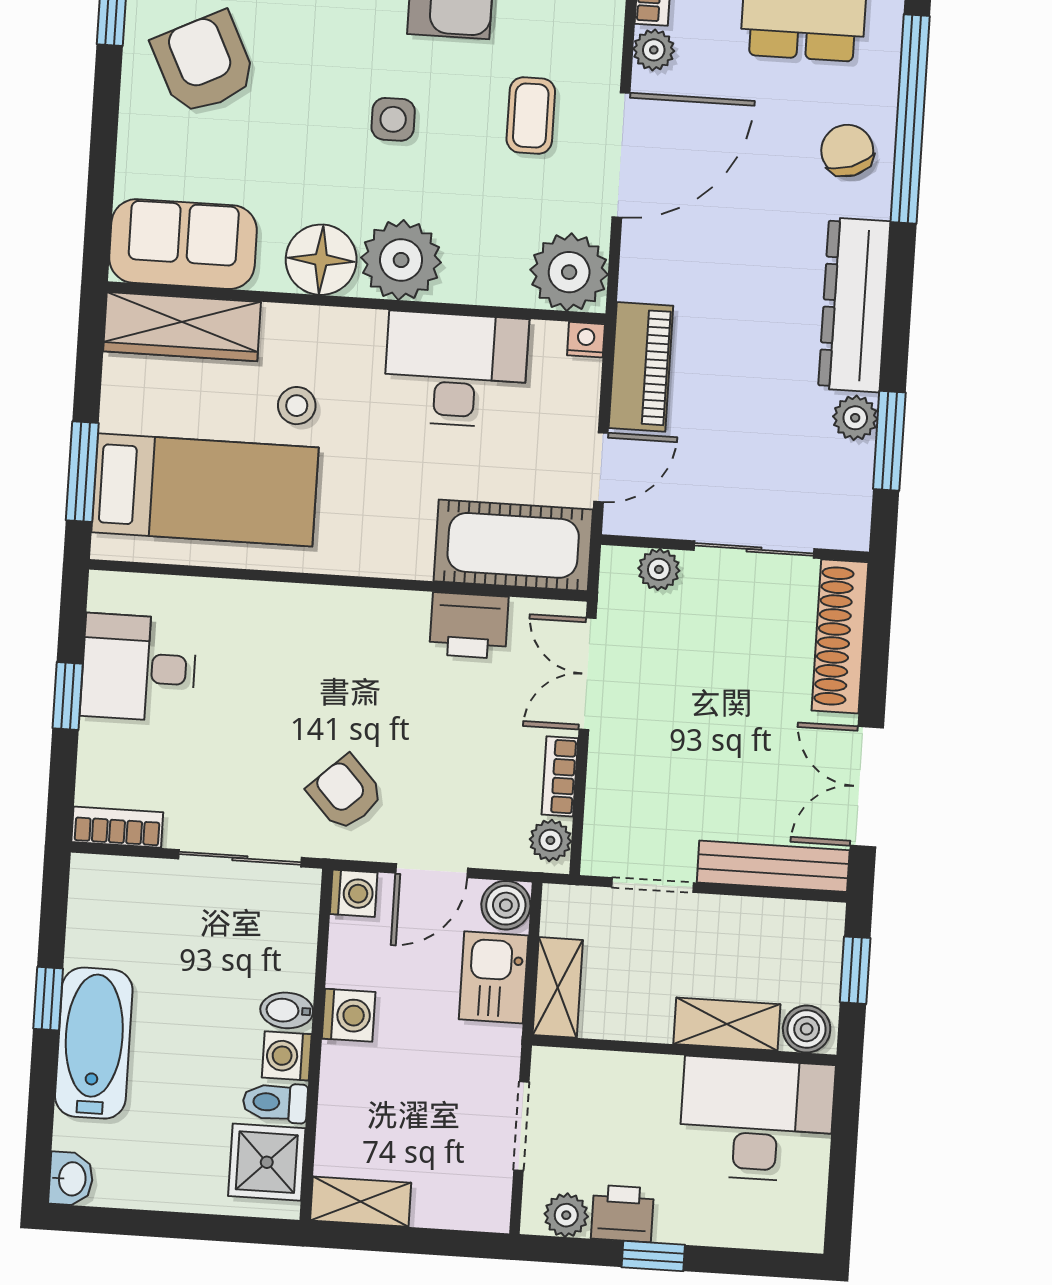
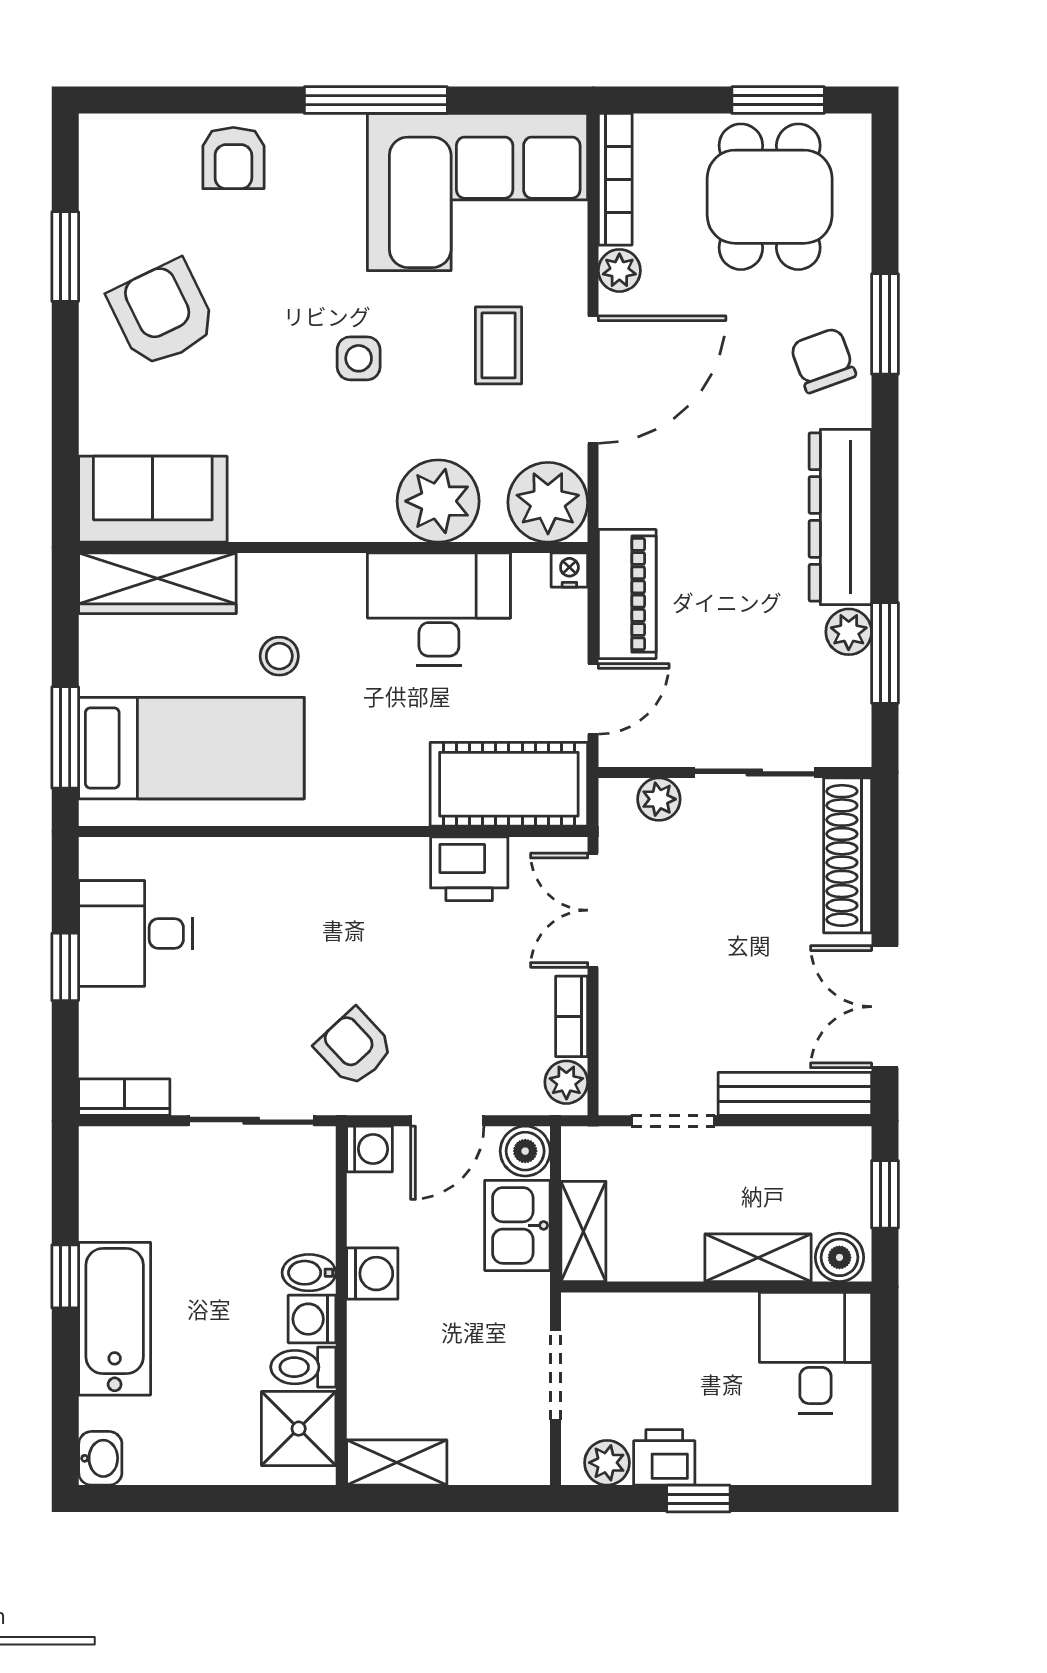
window: (910, 119) -> (885, 324), width x0.47
floor lamp: (321, 260) -> (294, 506), removed
plant: (401, 260) -> (438, 501), moved
desk: (757, 1119) -> (815, 1353), width x0.73

